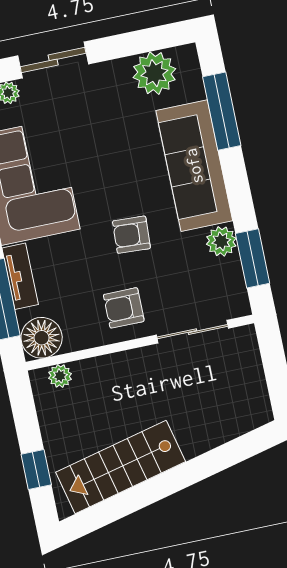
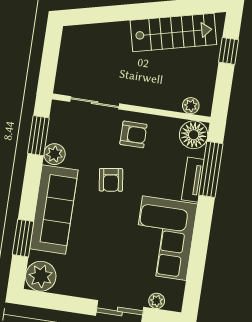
plant: (154, 73) -> (41, 276), moved
window: (222, 111) -> (23, 238), width x0.69
armchair: (131, 235) -> (111, 180), turned 79

